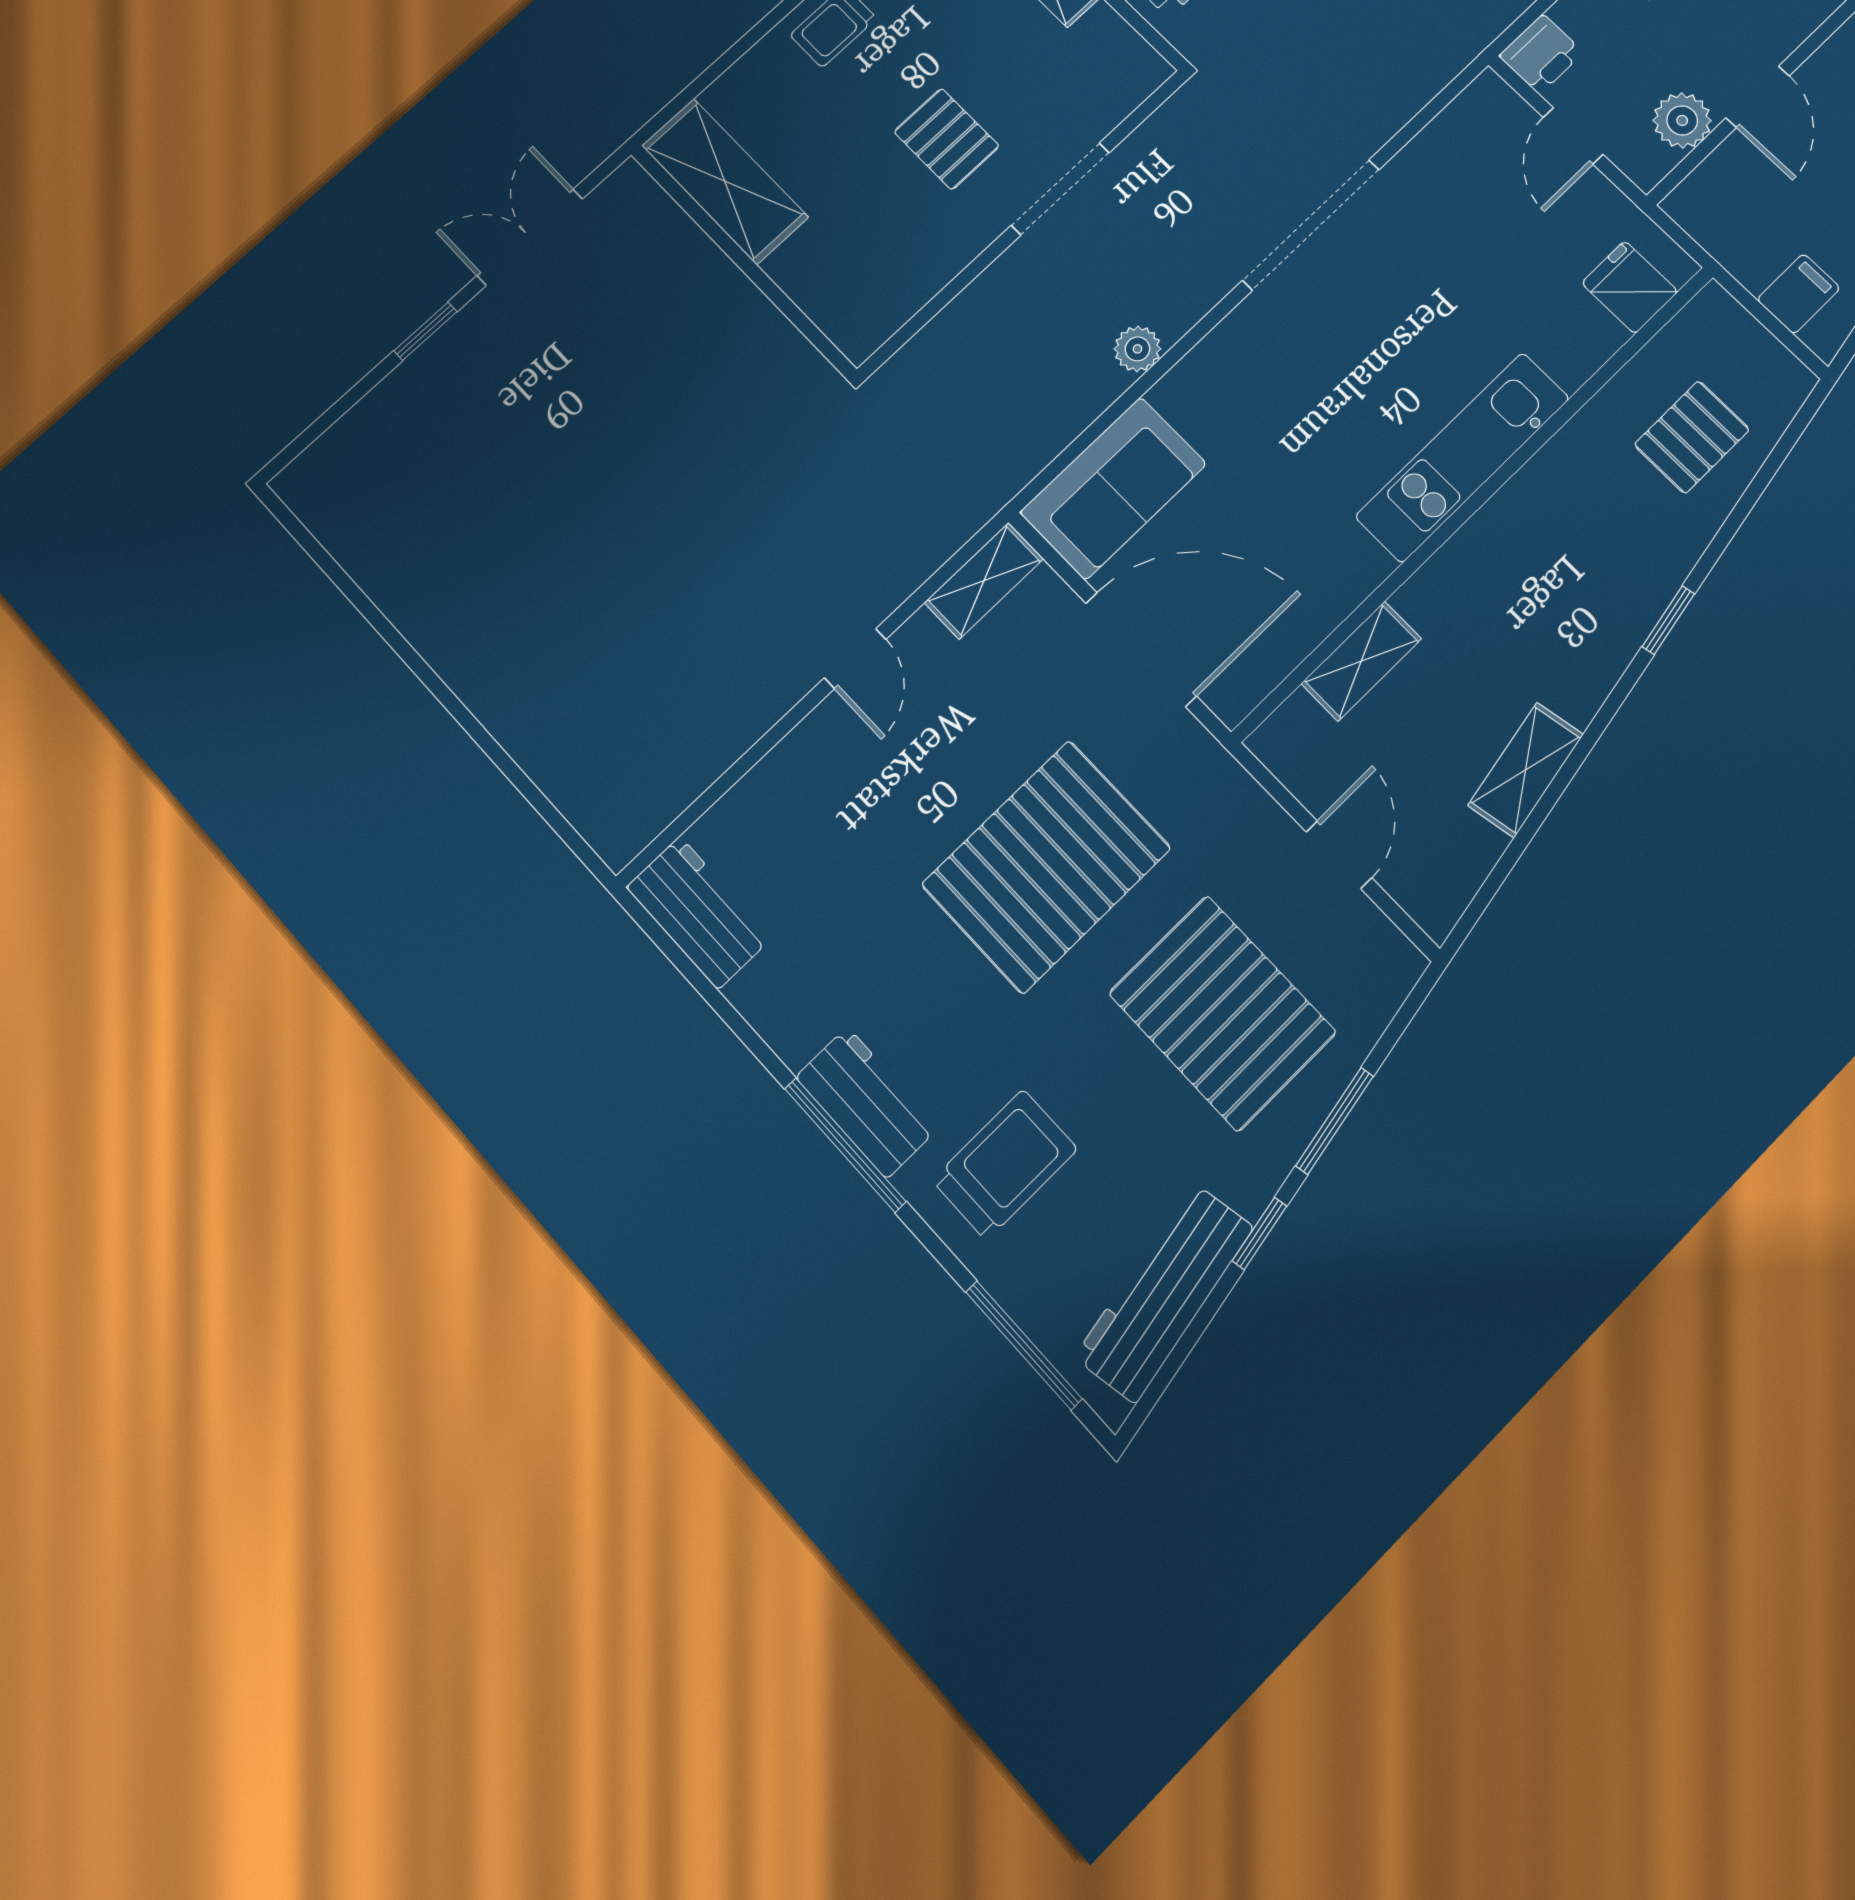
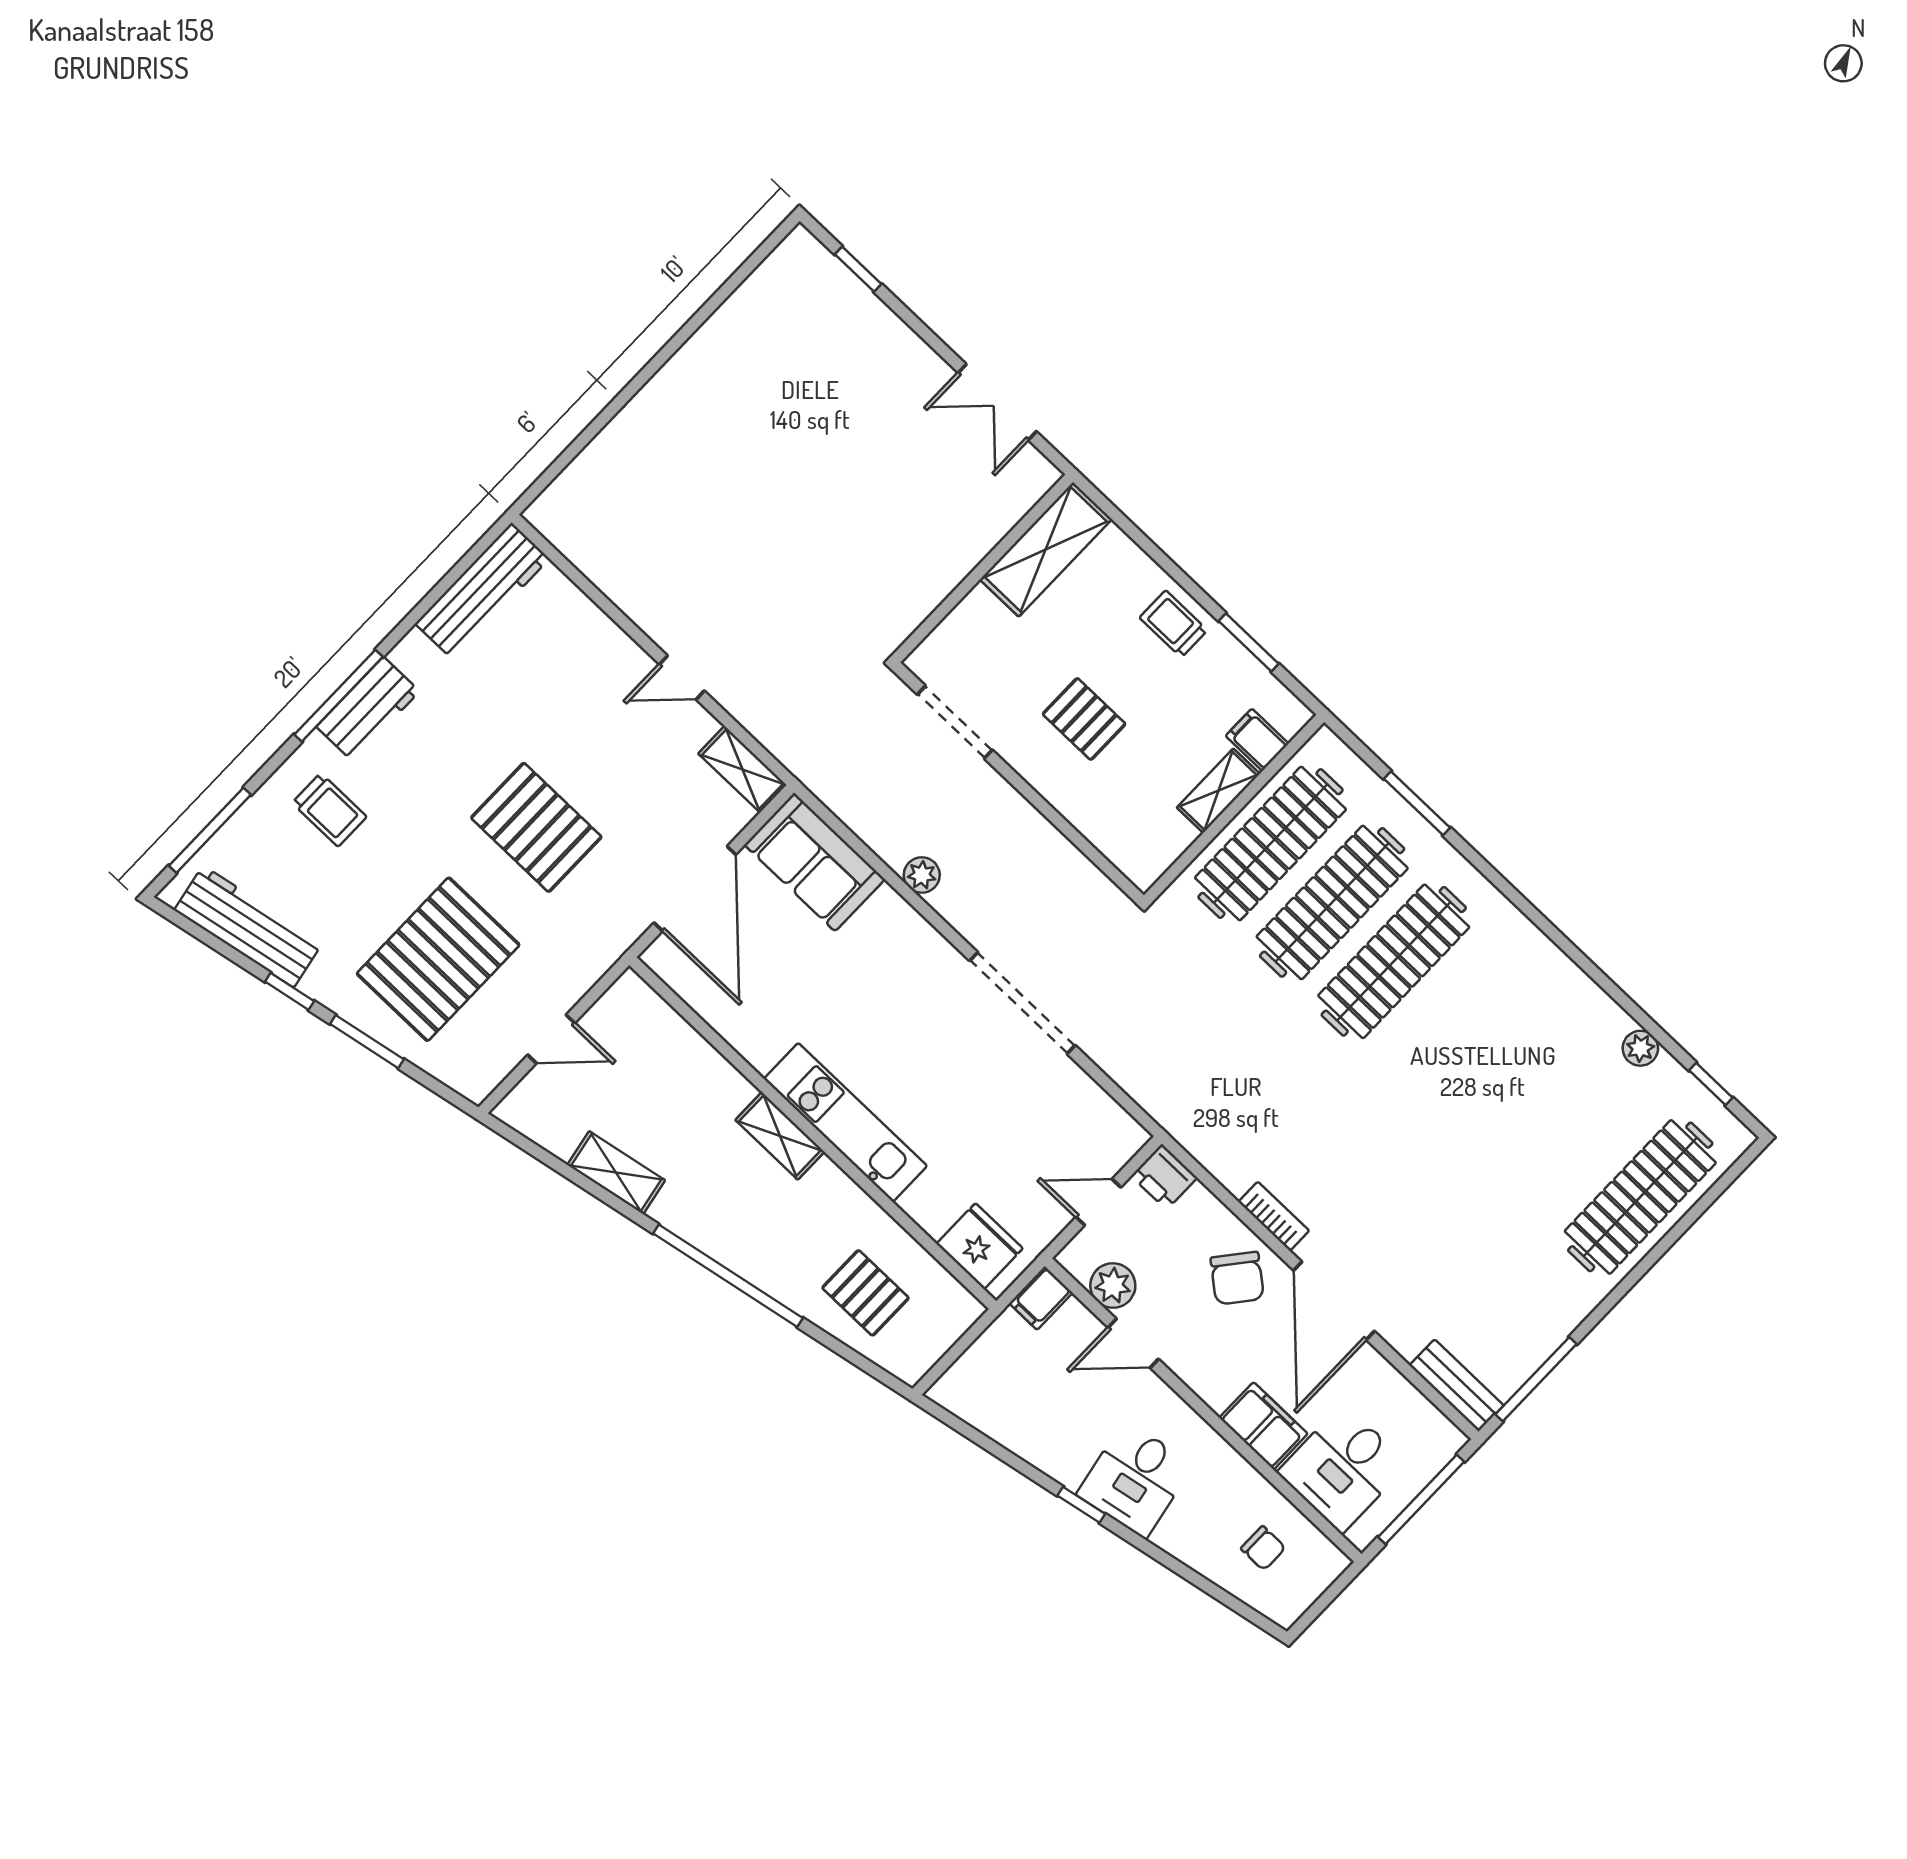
pallet: (947, 139) -> (1084, 719), turned 90
doorway: (1060, 189) -> (955, 722), moved
double door: (530, 237) -> (997, 402), swing flipped
fridge: (1630, 287) -> (980, 1246), width x1.38
filing cabinet: (1799, 294) -> (1041, 1298), moved, turned 90
window: (425, 331) -> (858, 269), moved
window: (1668, 620) -> (728, 1276), width x3.17
shelving: (1361, 661) -> (780, 1136), moved
pallet: (1046, 866) -> (536, 827), width x0.73, depth x0.71
workbench: (699, 913) -> (482, 591), width x1.38
trolley: (1005, 1165) -> (329, 810), width x0.73, depth x0.72

